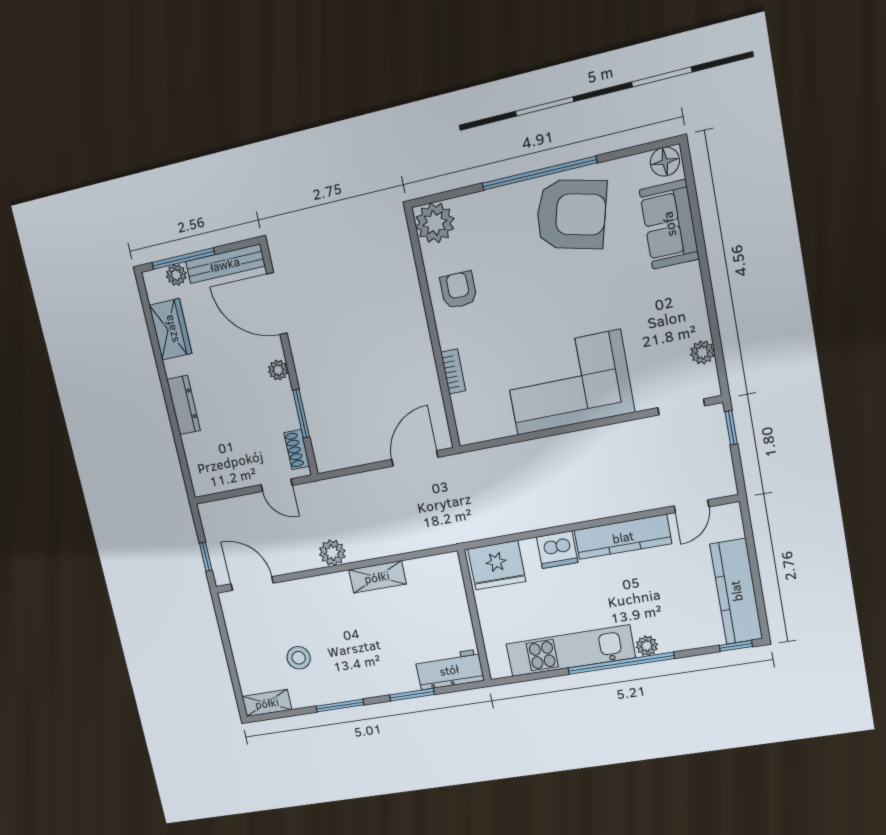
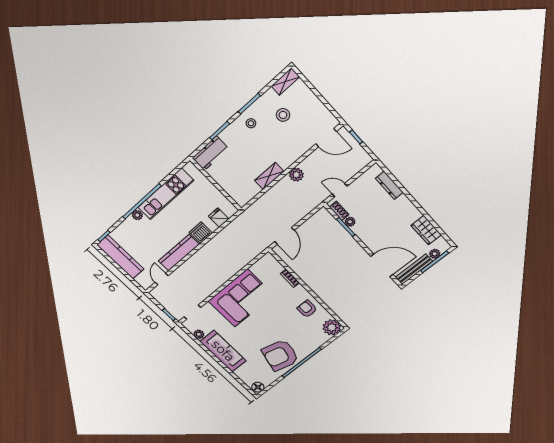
sofa: (669, 224) -> (223, 351), moved, width x1.36
armchair: (458, 290) -> (307, 309), turned 180
plant: (278, 370) -> (350, 222), moved
dresser: (184, 405) -> (389, 185), moved
fridge: (497, 565) -> (219, 217), width x0.53, depth x0.75
stool: (356, 676) -> (251, 123), added

